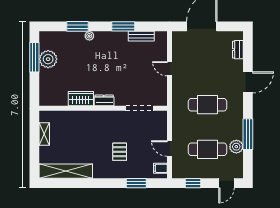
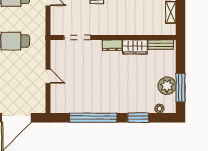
window: (123, 26) -> (93, 118), width x2.11
plant: (89, 36) -> (159, 109), moved
bench: (141, 36) -> (161, 45), moved

